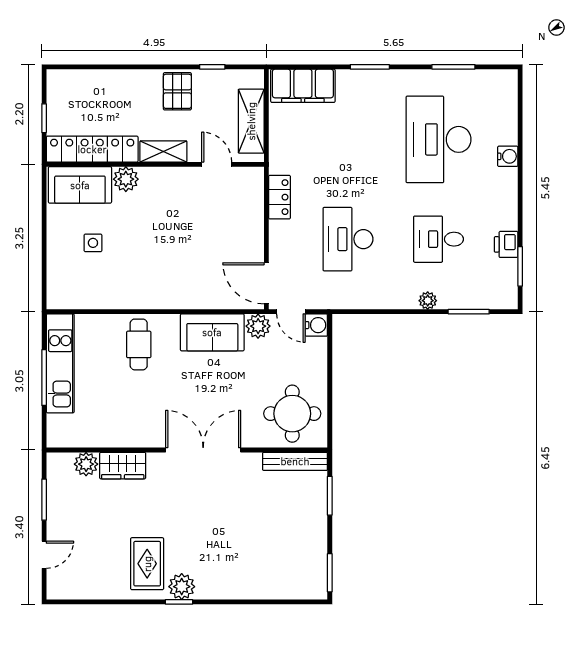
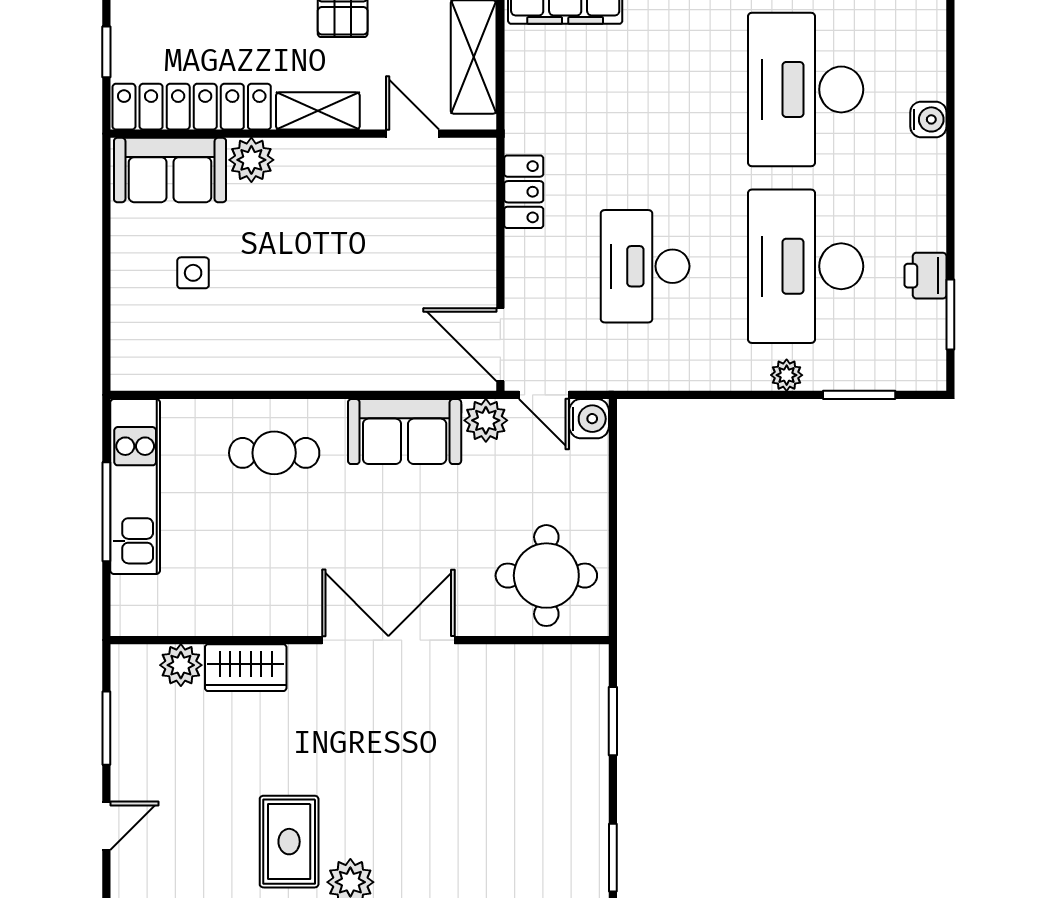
desk: (439, 239) -> (806, 266), width x1.87, depth x1.30
cafe table: (139, 344) -> (274, 453), turned 90
bench: (295, 461) -> (551, 660), removed

